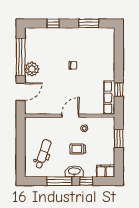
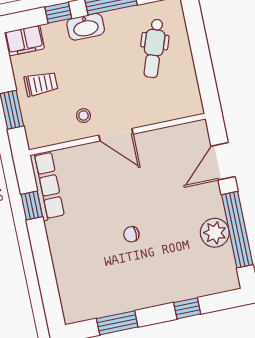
plant: (32, 69) -> (215, 233), moved
door: (70, 116) -> (116, 135), hinge flipped
trolley: (78, 149) -> (41, 84), moved

